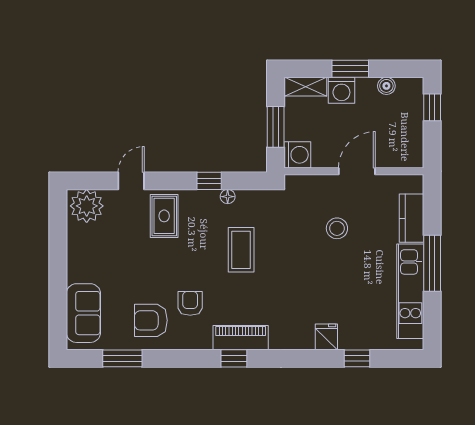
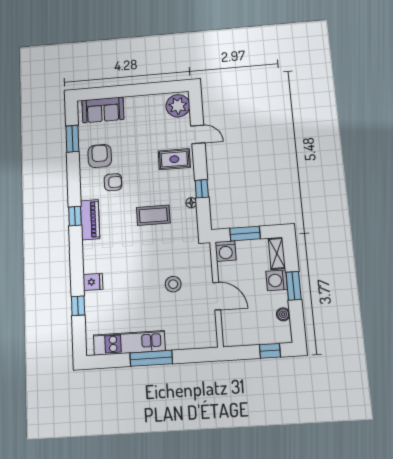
kitchen counter: (412, 218) -> (184, 340), removed

